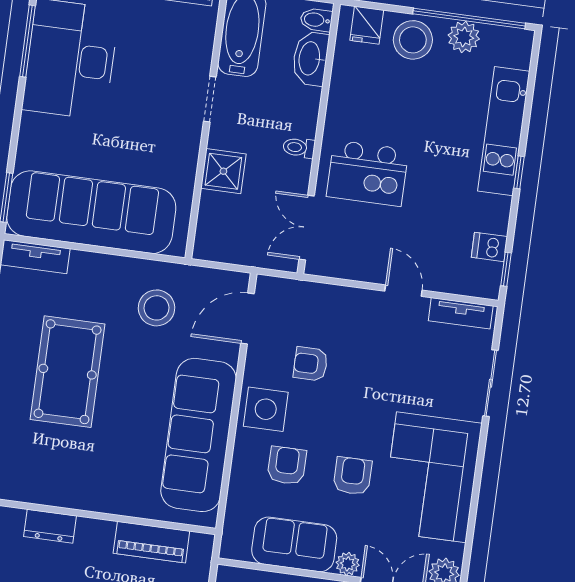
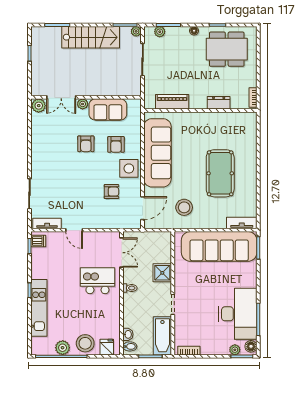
washbasin: (310, 59) -> (128, 334), width x0.52, depth x0.69
dishwasher: (489, 247) -> (38, 241), moved
corner sofa: (431, 477) -> (50, 148), removed

